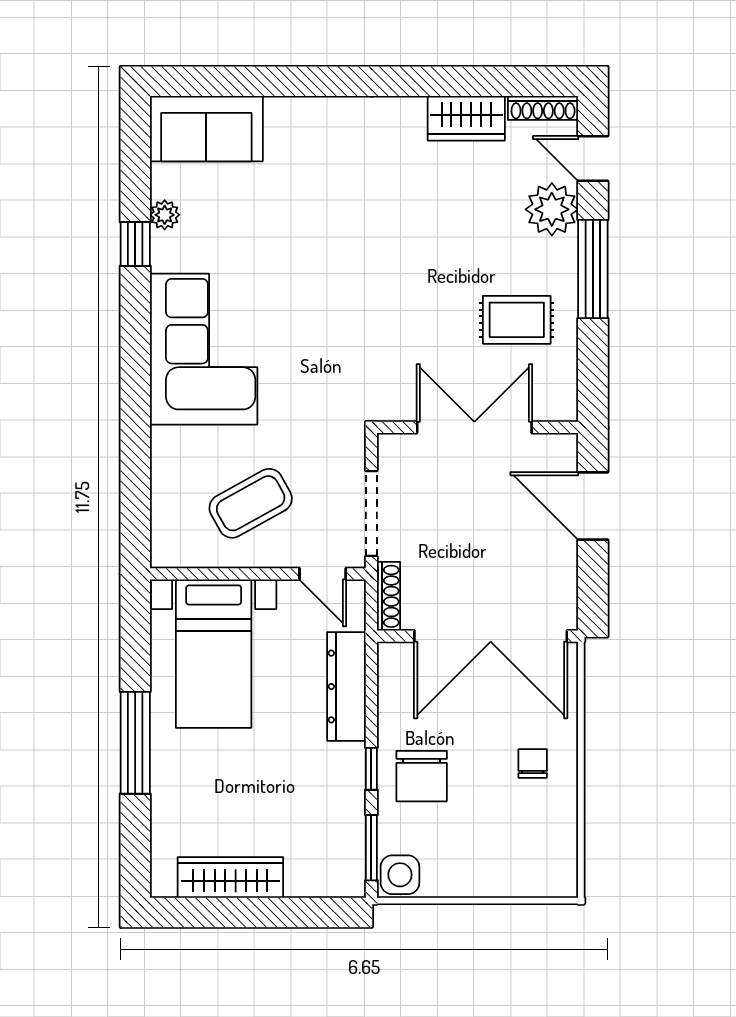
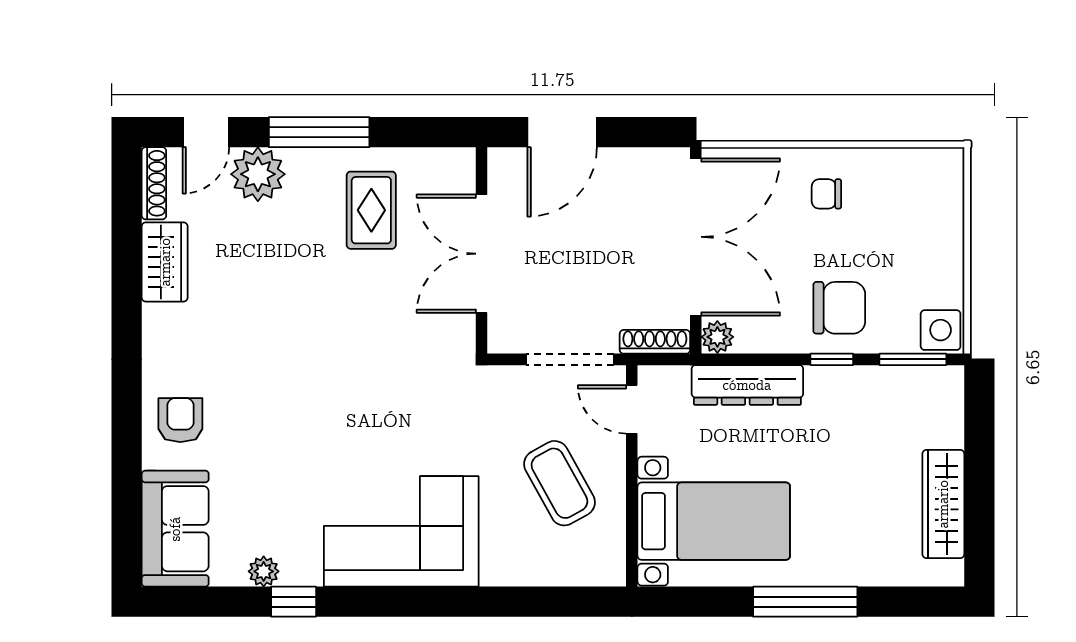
armchair: (312, 134) -> (180, 420), added
door: (323, 574) -> (632, 409), swing flipped
plant: (393, 657) -> (717, 337), added

